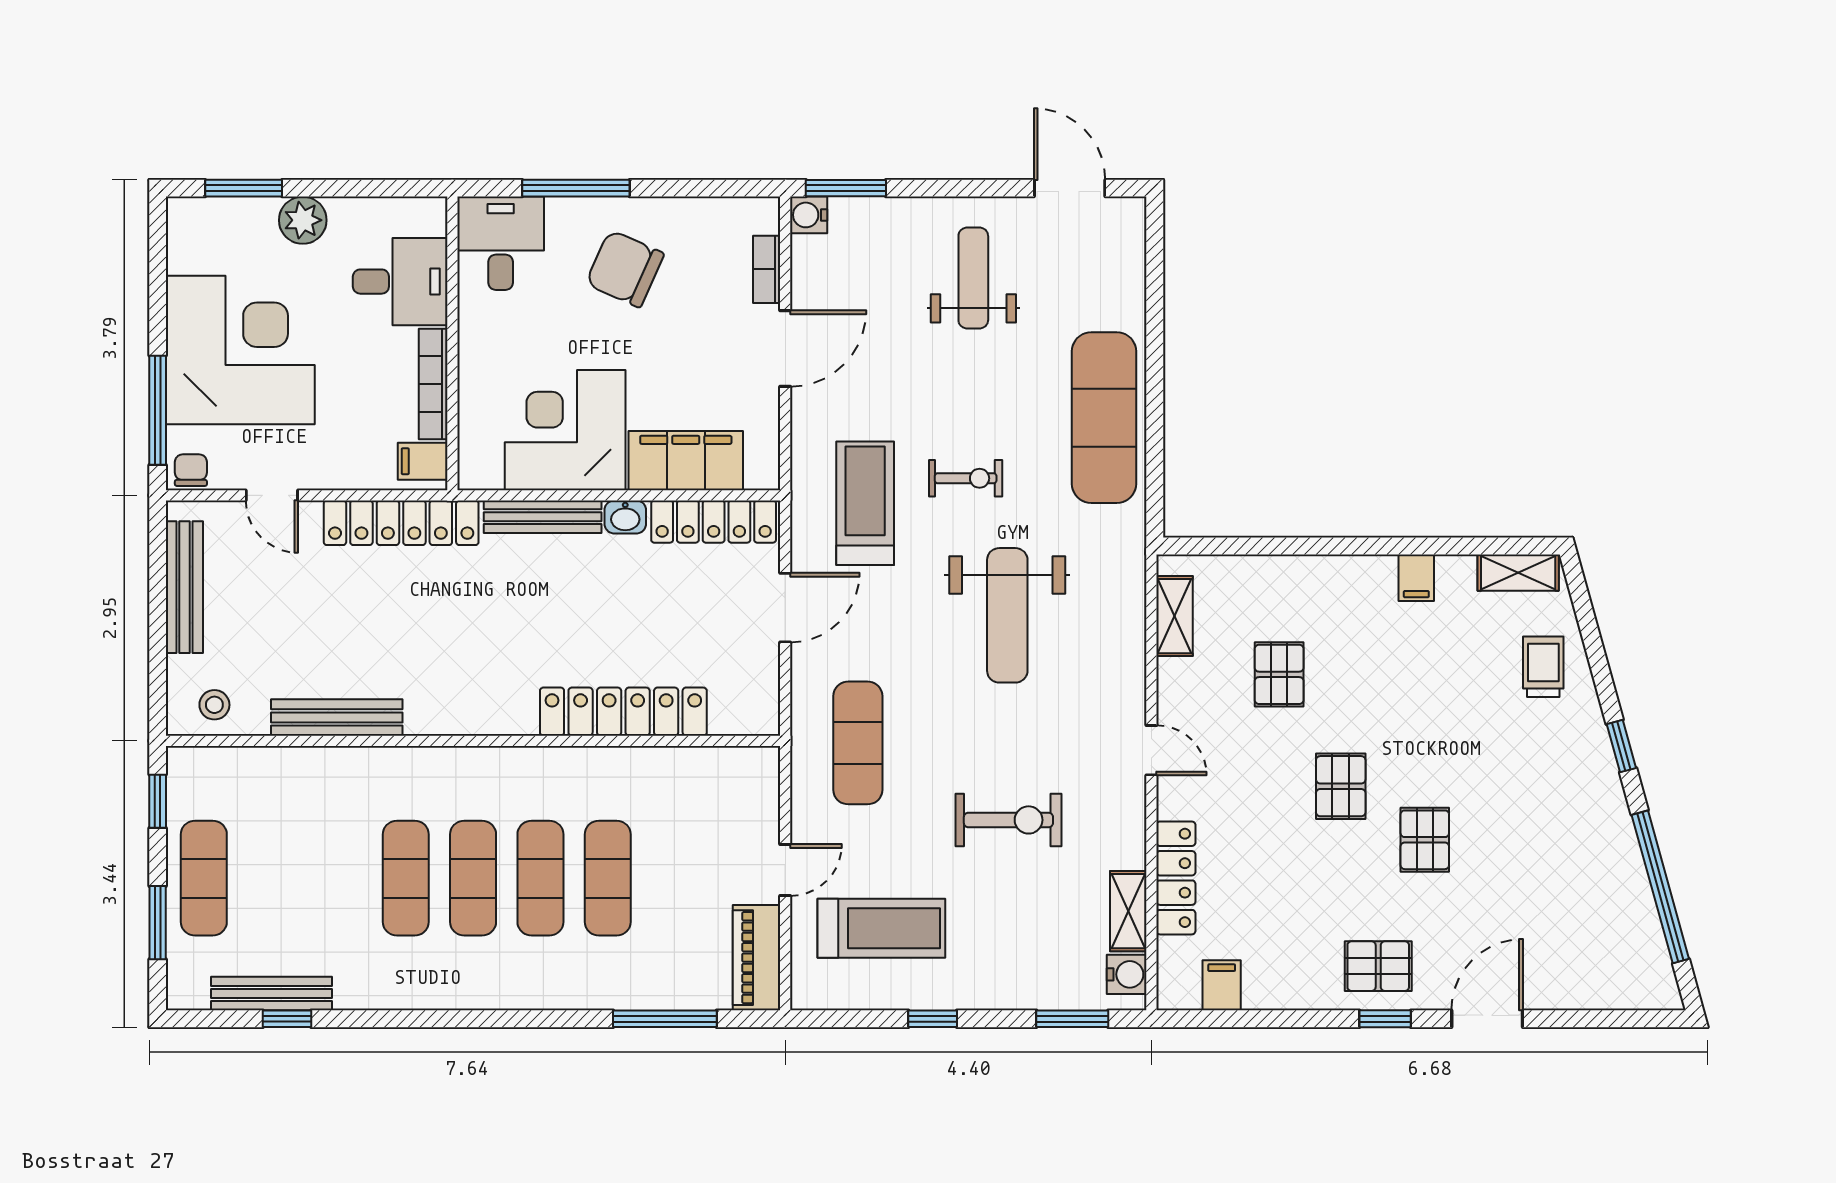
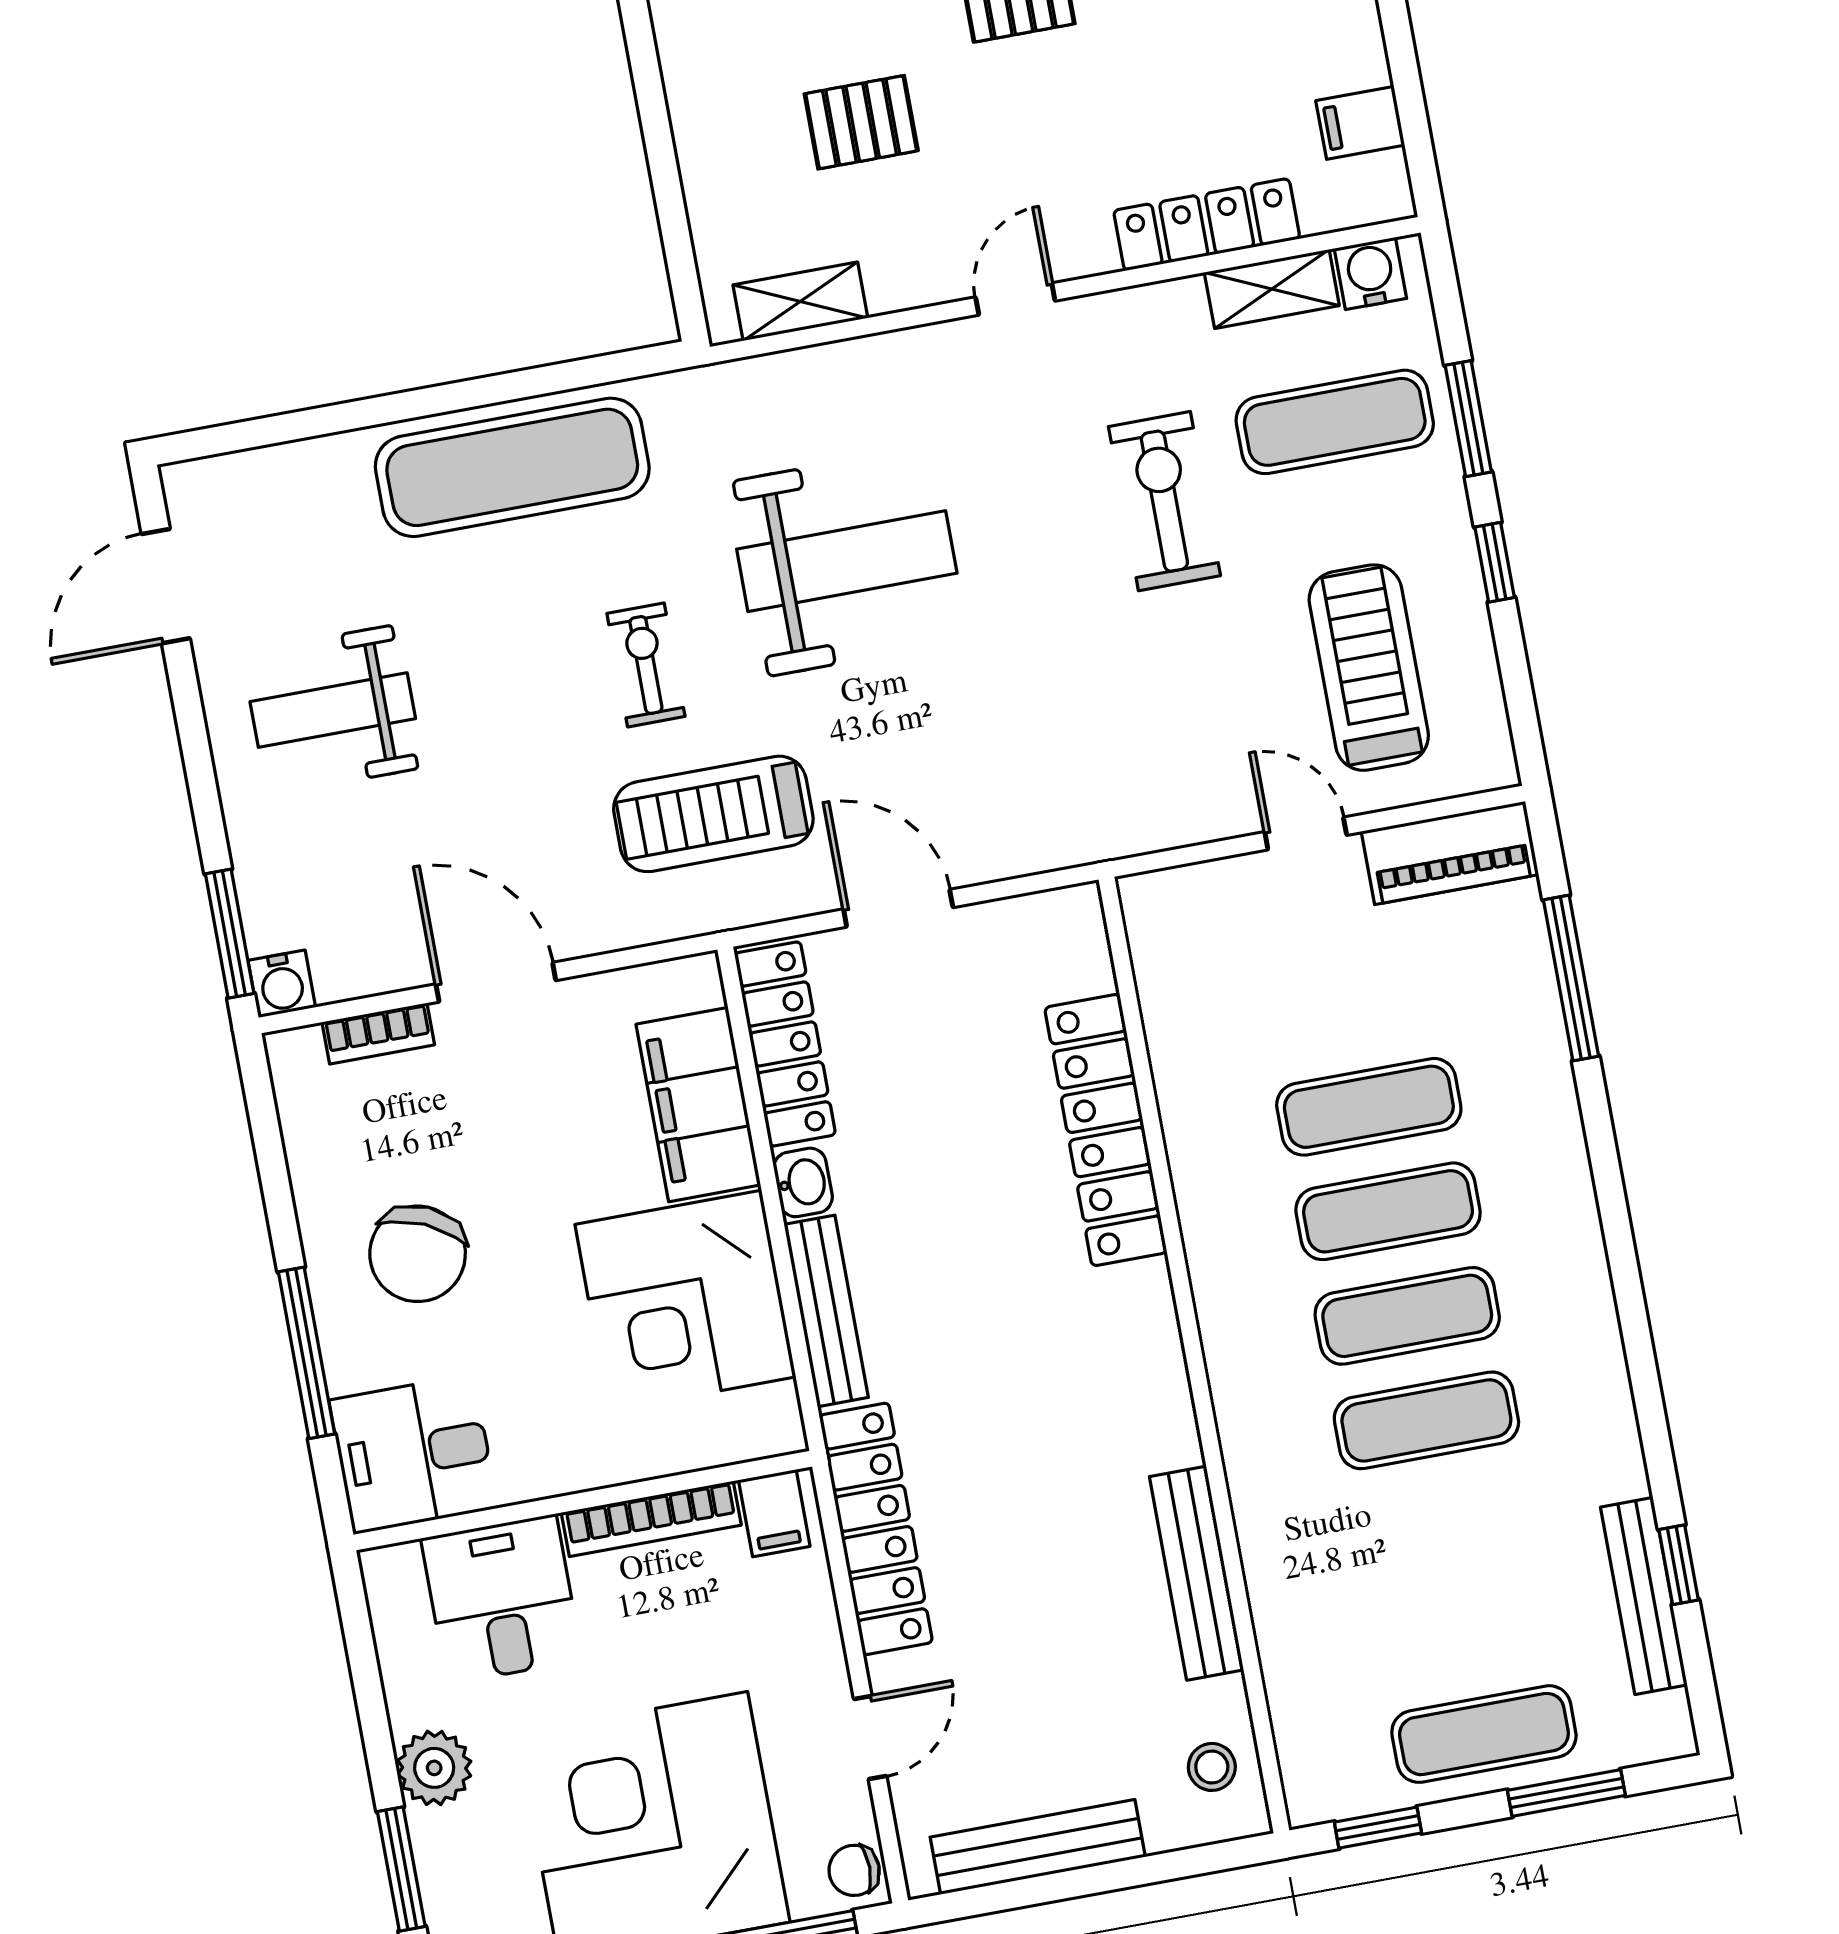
exercise mat: (858, 743) -> (1335, 422), moved
window: (1072, 1019) -> (1468, 419), moved

